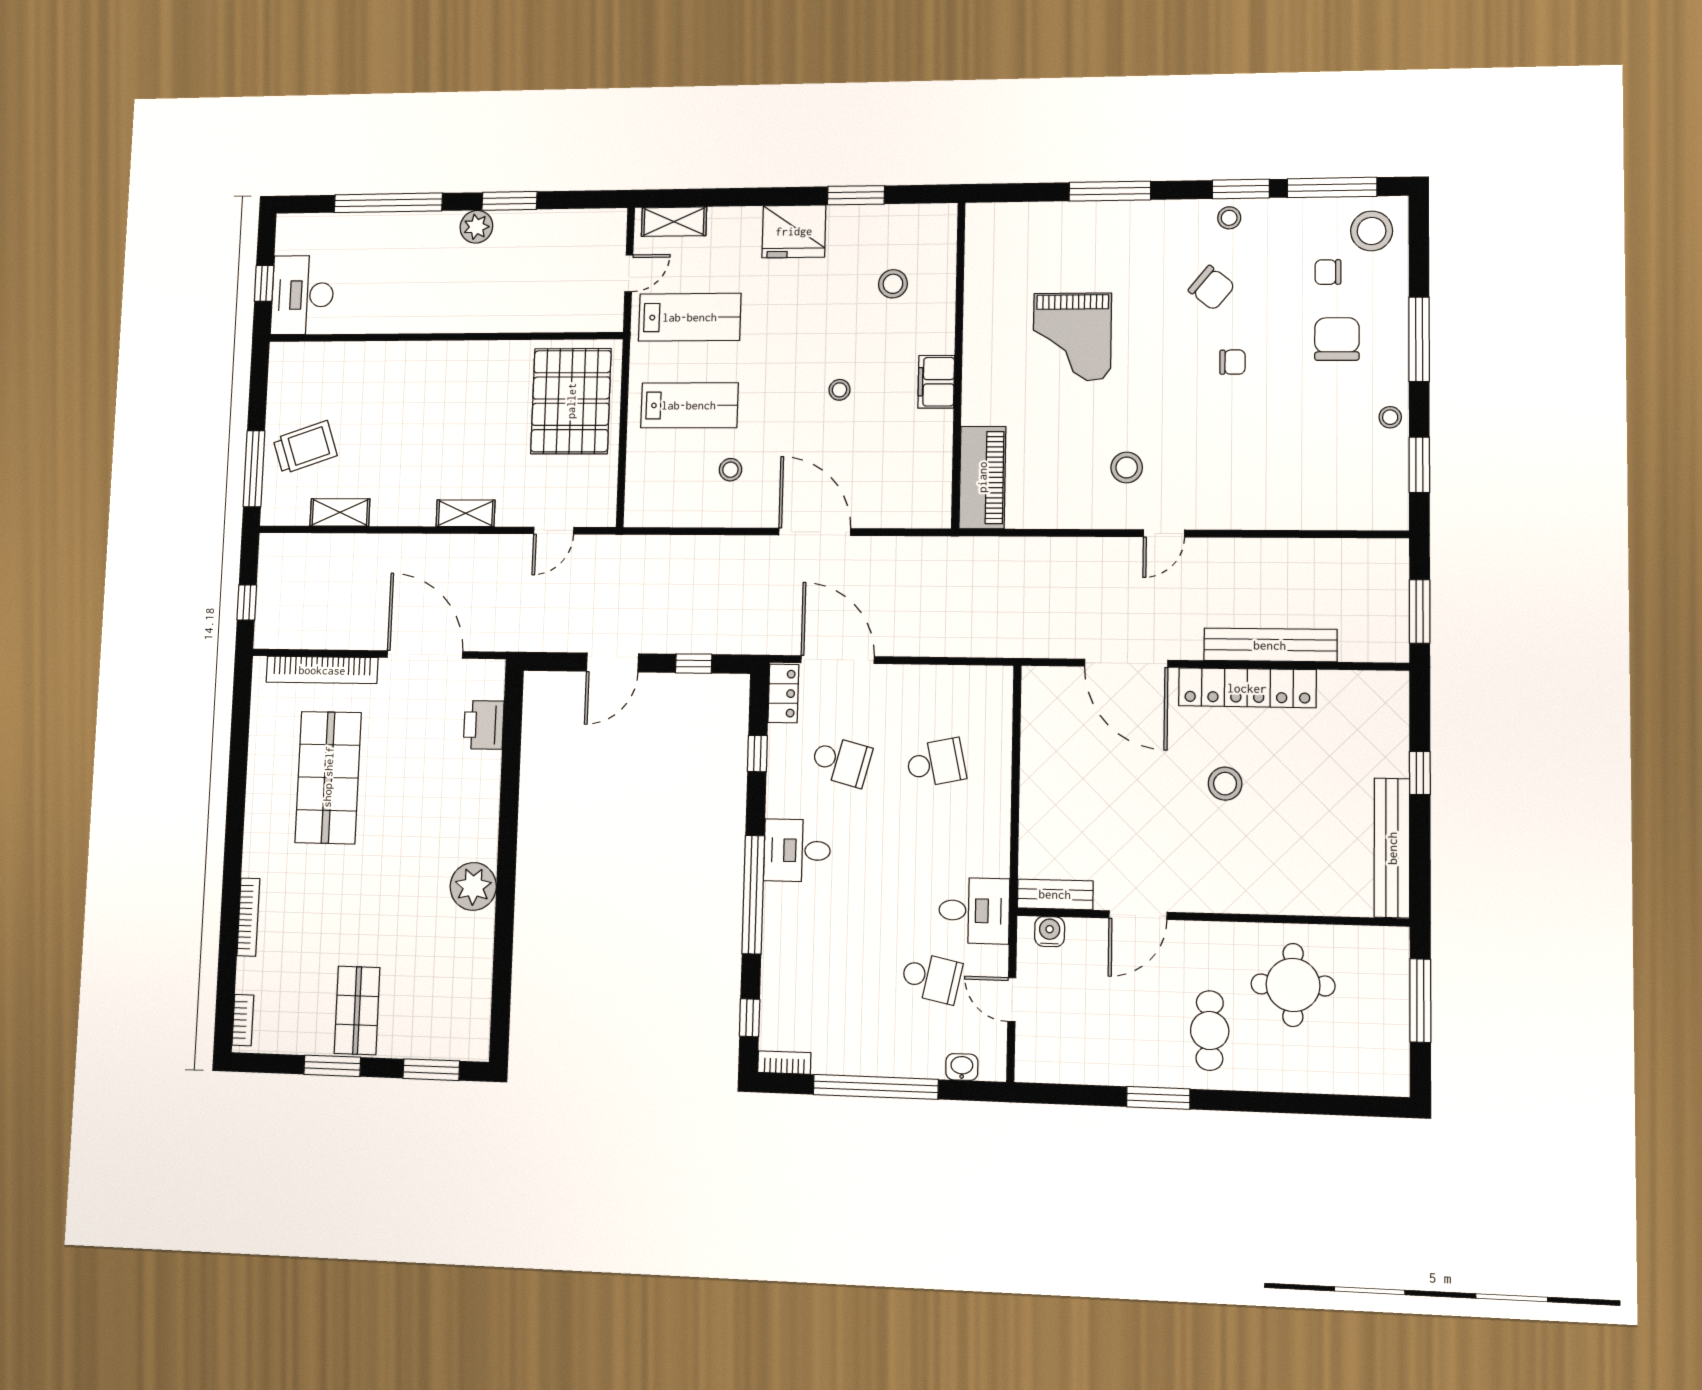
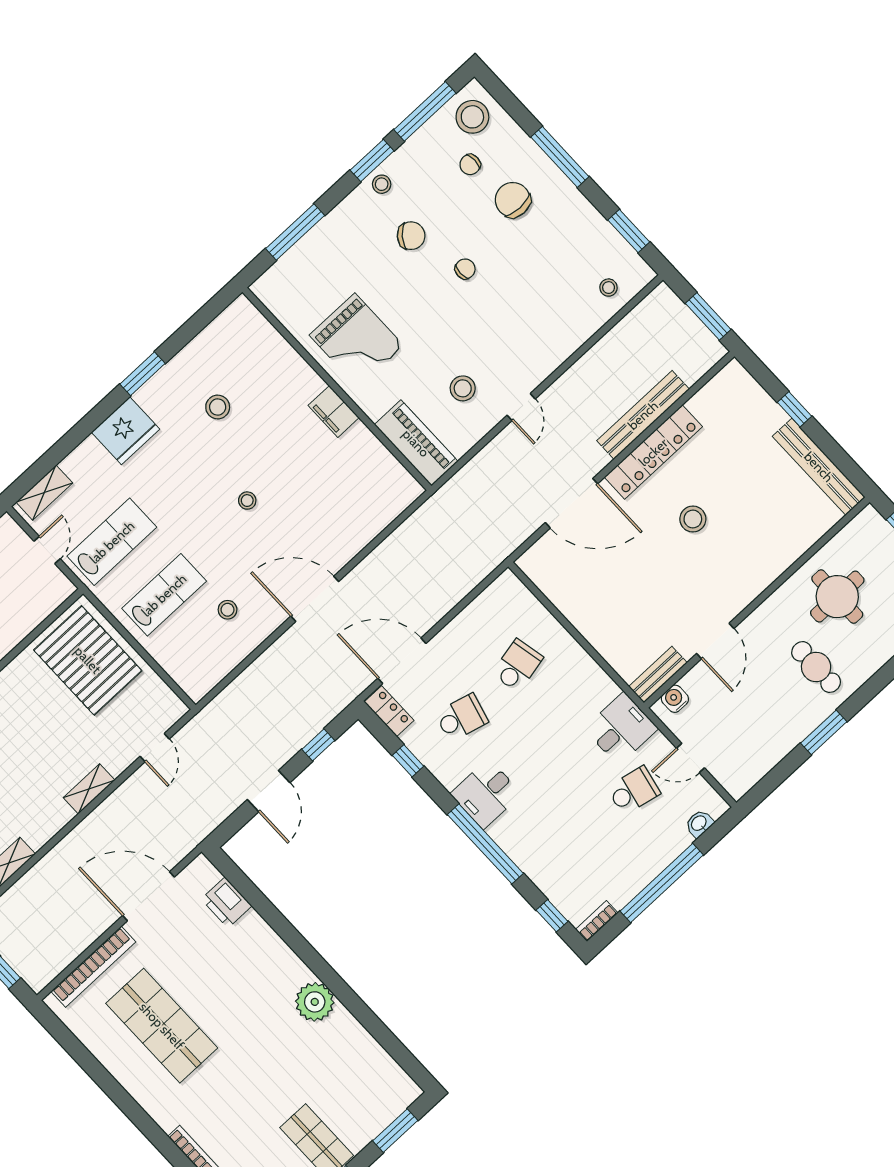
wall: (958, 364) -> (337, 389), moved
filing cabinet: (936, 382) -> (334, 412), moved
stool: (1390, 417) -> (609, 288), moved
piano: (982, 477) -> (416, 443), moved

